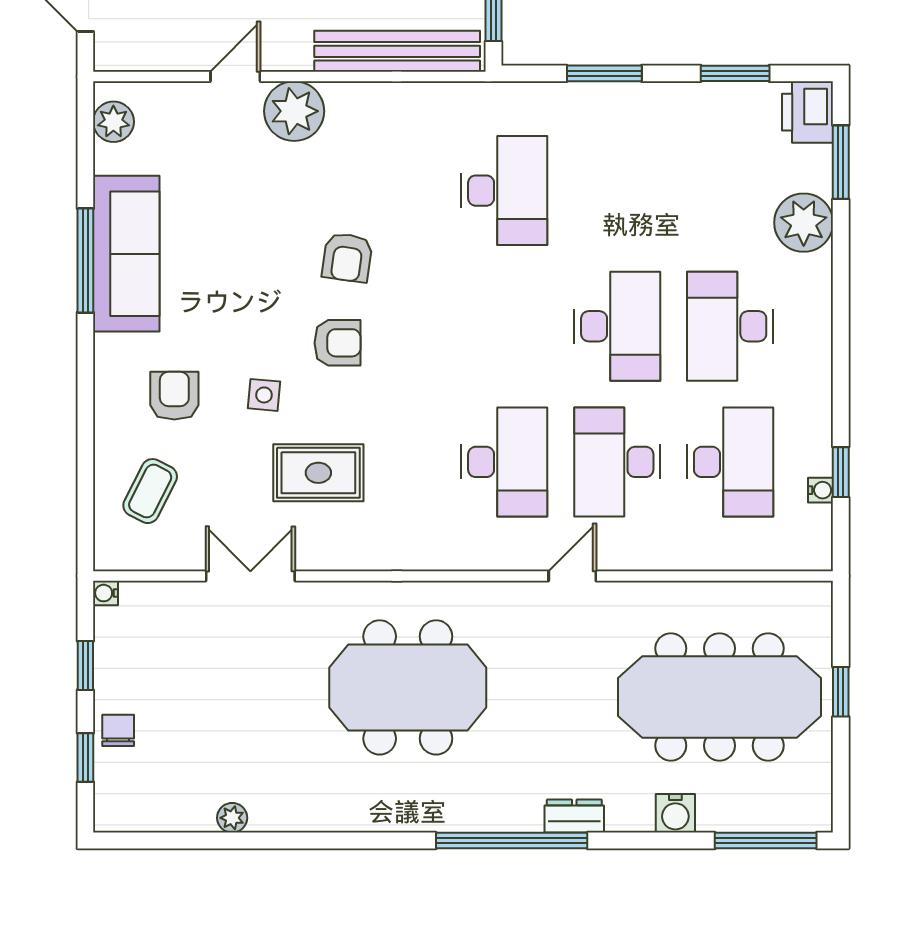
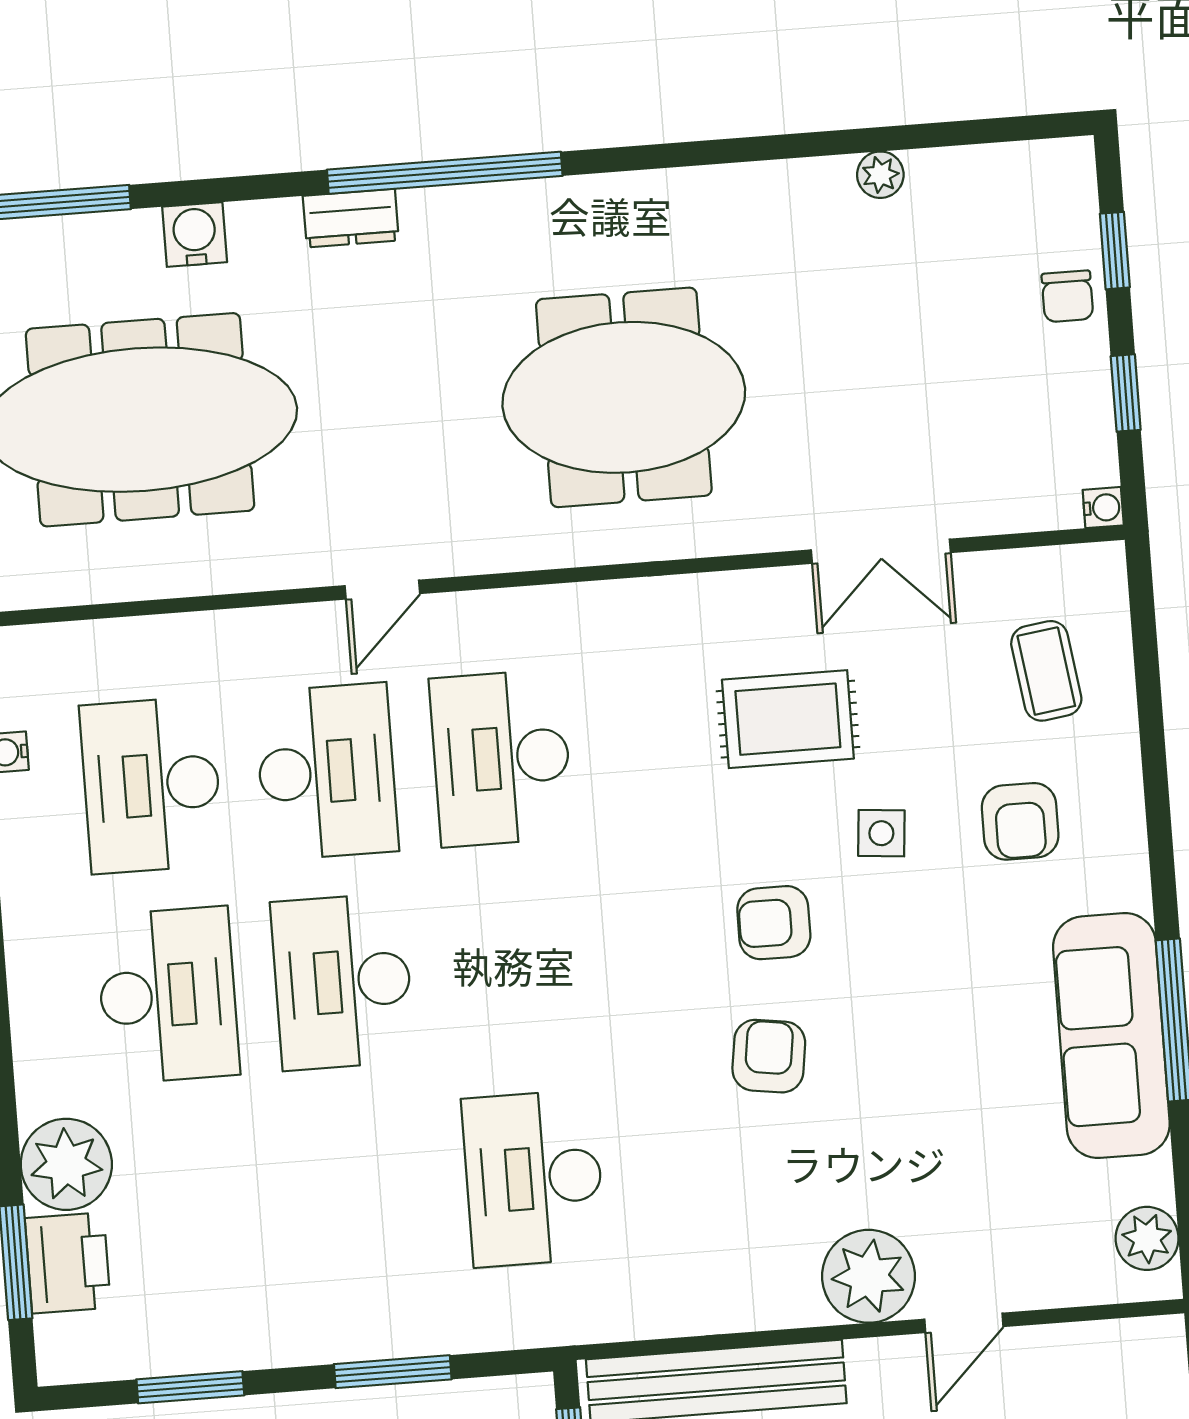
printer: (807, 112) -> (68, 1263), moved
coffee table: (150, 491) -> (1046, 671), turned -35

